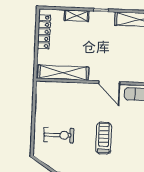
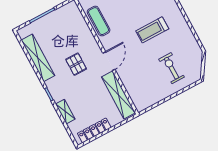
pallet: (114, 51) -> (76, 64), added
door: (109, 83) -> (109, 61), moved

